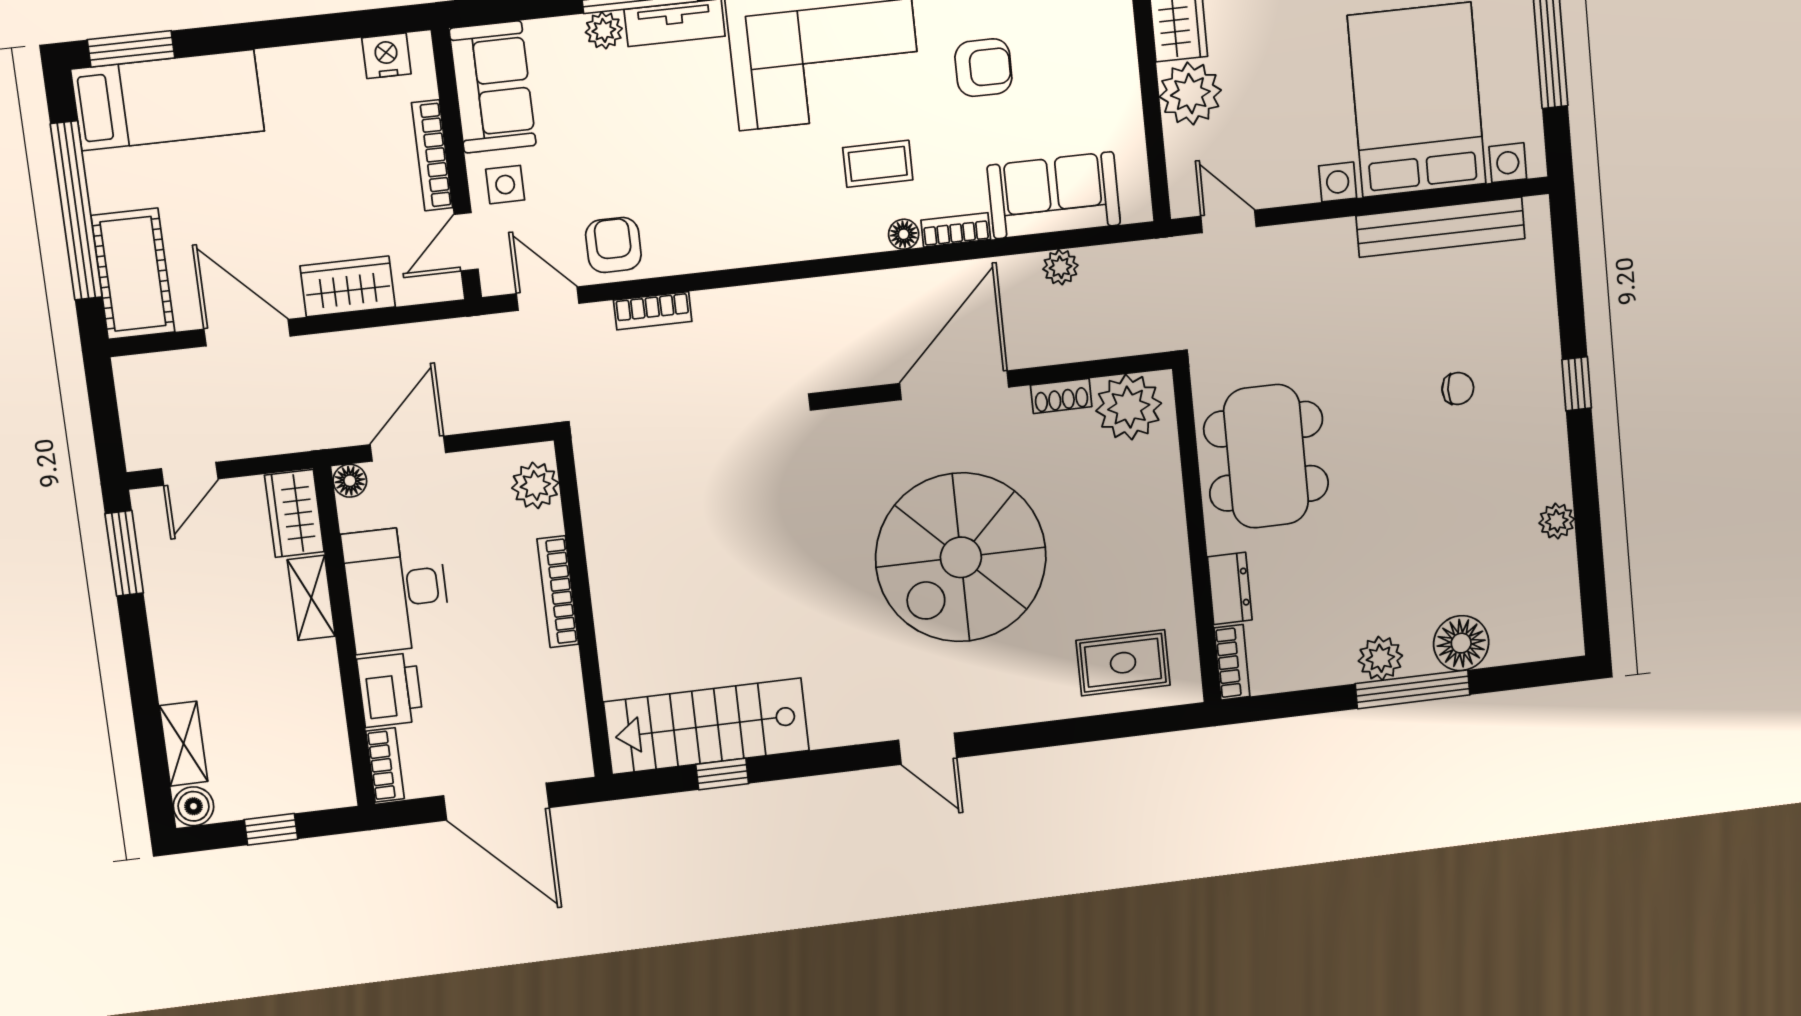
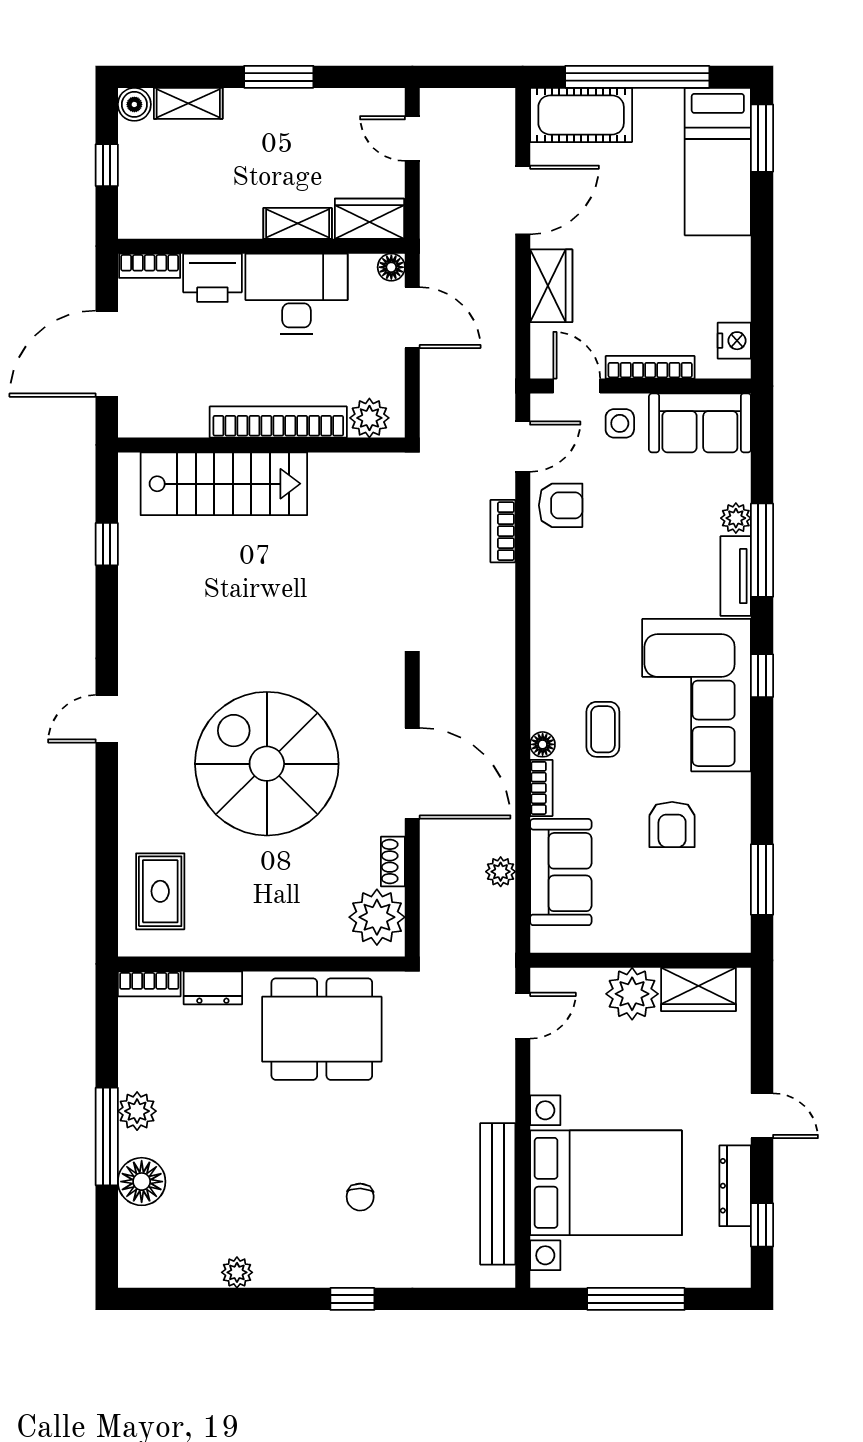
window: (124, 553) -> (279, 77), moved
bookcase: (558, 592) -> (278, 422), width x1.48, depth x1.31
stairs: (707, 726) -> (224, 484), moved, turned 90

